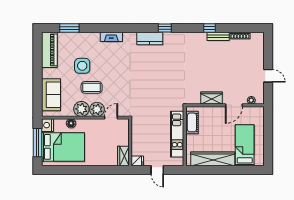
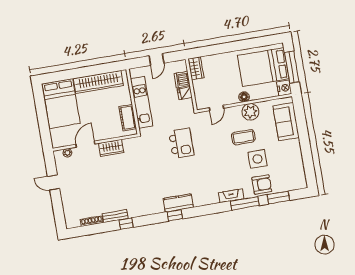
window: (100, 28) -> (245, 203), added
kitchen counter: (150, 39) -> (178, 203), moved
armchair: (82, 42) -> (262, 185), added
piano: (49, 50) -> (296, 170), removed
kitchen island: (148, 91) -> (181, 143), added
plant: (97, 109) -> (233, 114), removed
floor lamp: (71, 123) -> (244, 97), moved
bed: (245, 145) -> (61, 104), width x1.50
dishwasher: (137, 148) -> (182, 80), added
fridge: (137, 161) -> (185, 93), moved
door: (157, 170) -> (156, 59), swing flipped

